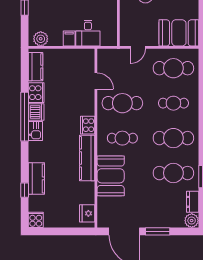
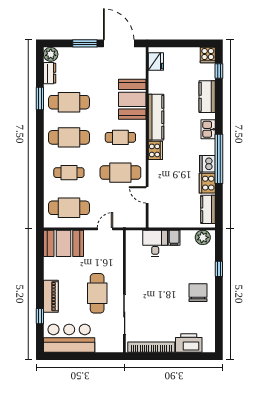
kitchen sink: (35, 131) -> (208, 129), moved
window: (25, 190) -> (219, 71), moved

